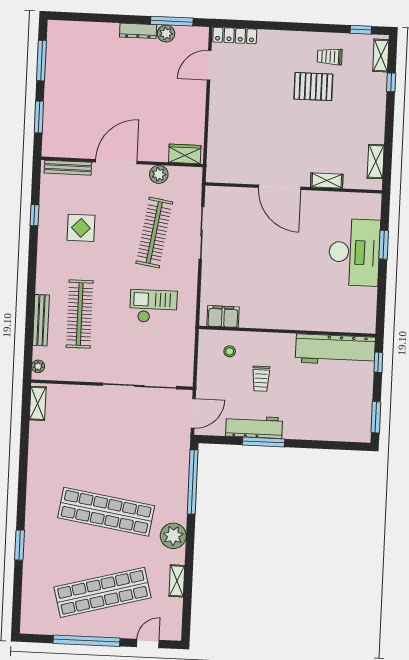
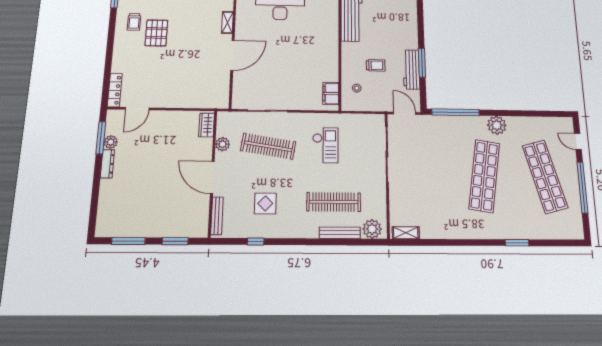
door: (209, 65) -> (137, 109), hinge flipped
checkout: (153, 306) -> (325, 145), turned 180
plant: (38, 366) -> (372, 229), width x1.88, depth x1.88
shelving: (177, 581) -> (529, 122), removed

